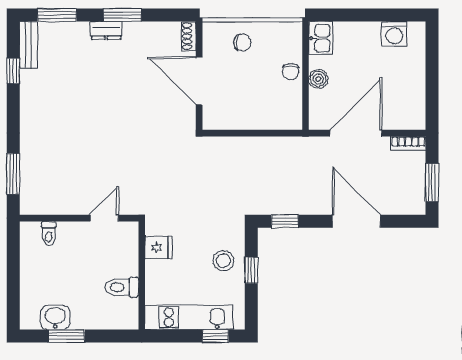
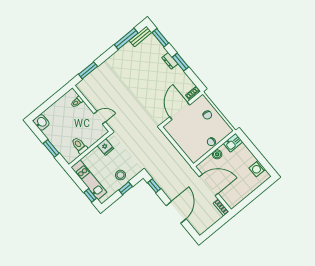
window: (13, 71) -> (126, 39), width x2.17
window: (432, 183) -> (214, 228), removed
washbasin: (55, 317) -> (41, 122), moved
window: (66, 336) -> (51, 148), moved

